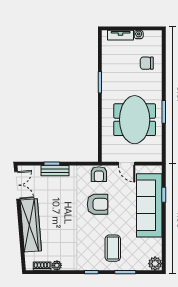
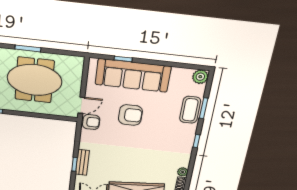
door: (127, 164) -> (81, 105), moved
armchair: (98, 204) -> (130, 115), moved, turned 90
coffee table: (113, 248) -> (190, 110), moved, turned 90

